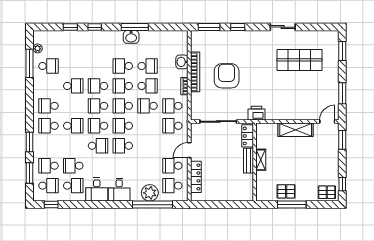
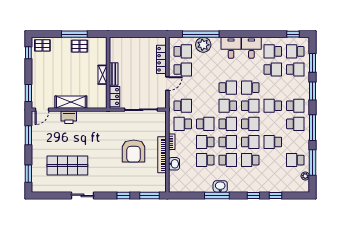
school desk: (98, 66) -> (250, 160), added
window: (30, 102) -> (312, 128), added
school desk: (172, 106) -> (183, 124), turned 180
printer: (257, 113) -> (69, 117), moved
school desk: (123, 126) -> (228, 106), turned 180

